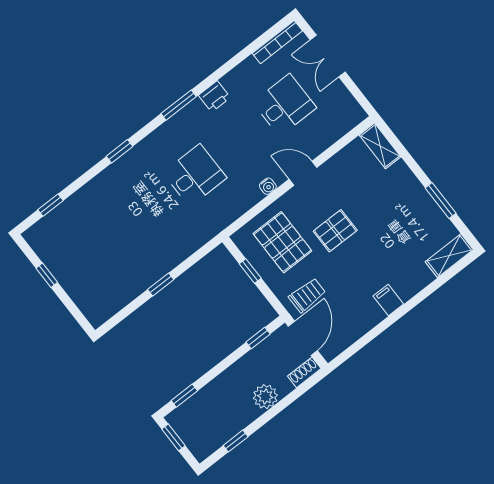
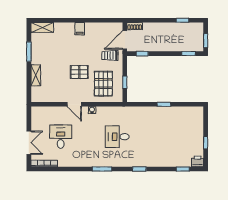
printer: (214, 96) -> (197, 161), moved
desk: (285, 105) -> (61, 137), turned 90
shelving: (380, 146) -> (36, 75), moved
plant: (265, 397) -> (157, 29), removed

